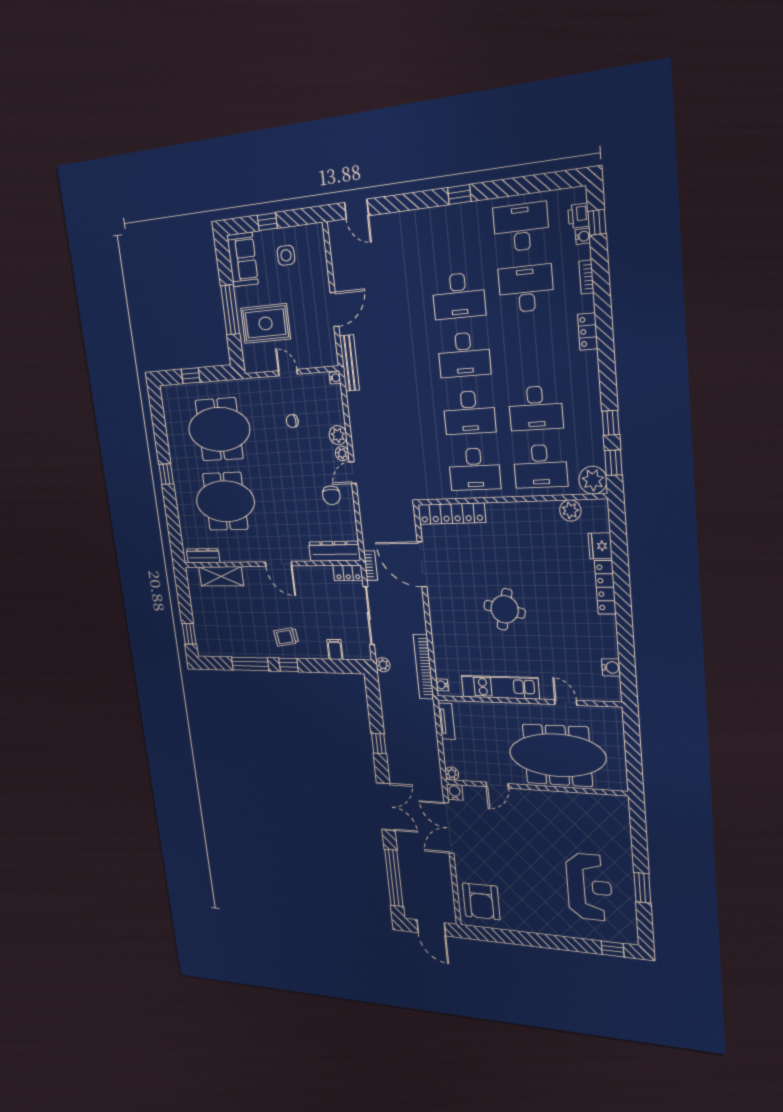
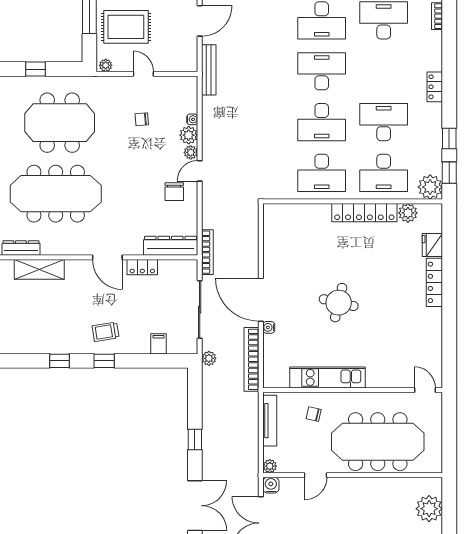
locker: (588, 332) -> (435, 87), moved
desk: (464, 355) -> (322, 71), turned 180
plant: (252, 366) -> (106, 65), added
water cooler: (335, 378) -> (192, 119), moved
desk: (536, 408) -> (384, 122), turned 180
meeting table: (225, 501) -> (56, 194), width x1.36
locker: (452, 514) -> (364, 213), moved
door: (422, 564) -> (261, 300), moved
bookcase: (371, 566) -> (207, 252), width x1.56
locker: (348, 573) -> (142, 267), moved
window: (250, 664) -> (59, 361), width x0.46
water cooler: (611, 667) -> (434, 356), removed
water cooler: (442, 685) -> (269, 327), moved
door: (566, 702) -> (425, 390), moved
tv unit: (447, 721) -> (270, 421), width x1.41
chair: (490, 724) -> (314, 414), added
plant: (617, 827) -> (429, 509), added

